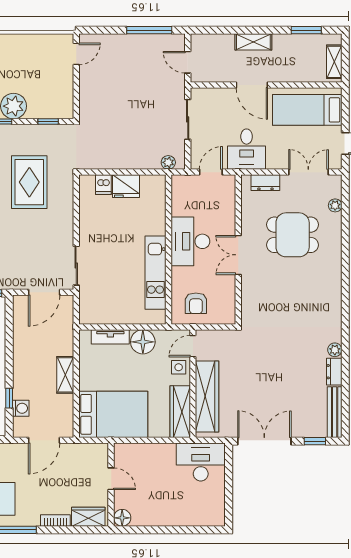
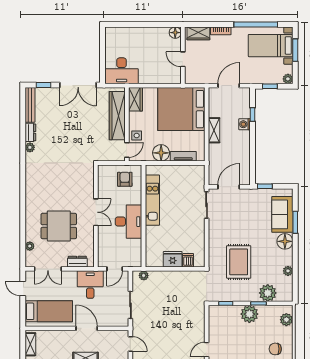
washing machine: (21, 408) -> (244, 124), moved
wardrobe: (180, 412) -> (136, 99), width x0.67
bed: (113, 414) -> (181, 109), width x1.36

